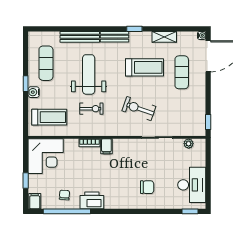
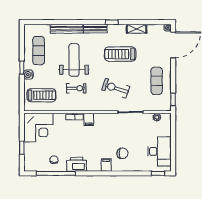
treadmill: (144, 67) -> (120, 54), turned 180
exercise mat: (182, 72) -> (157, 81), moved
filing cabinet: (35, 201) -> (106, 165), moved

